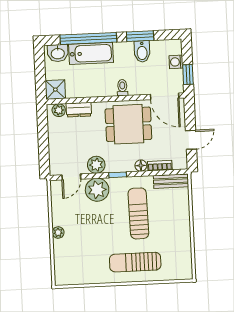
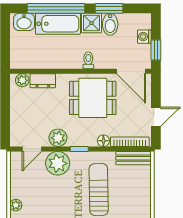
shower: (55, 90) -> (91, 23), moved
bookcase: (160, 166) -> (130, 142), width x1.56

